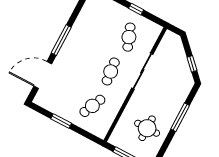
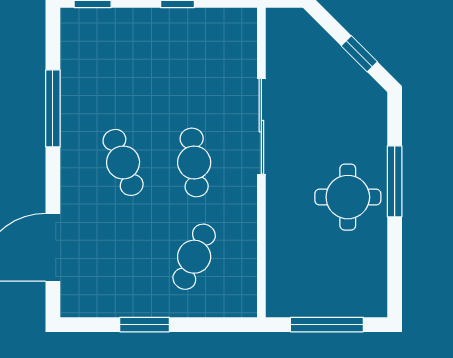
cafe table: (129, 37) -> (123, 162), moved
window: (61, 40) -> (53, 108), moved
round table: (147, 128) -> (348, 197), moved

